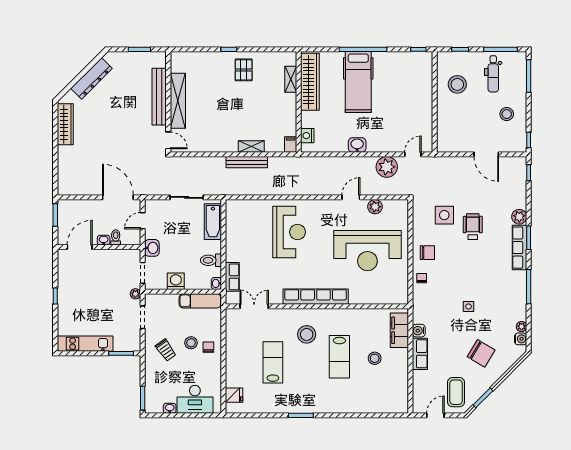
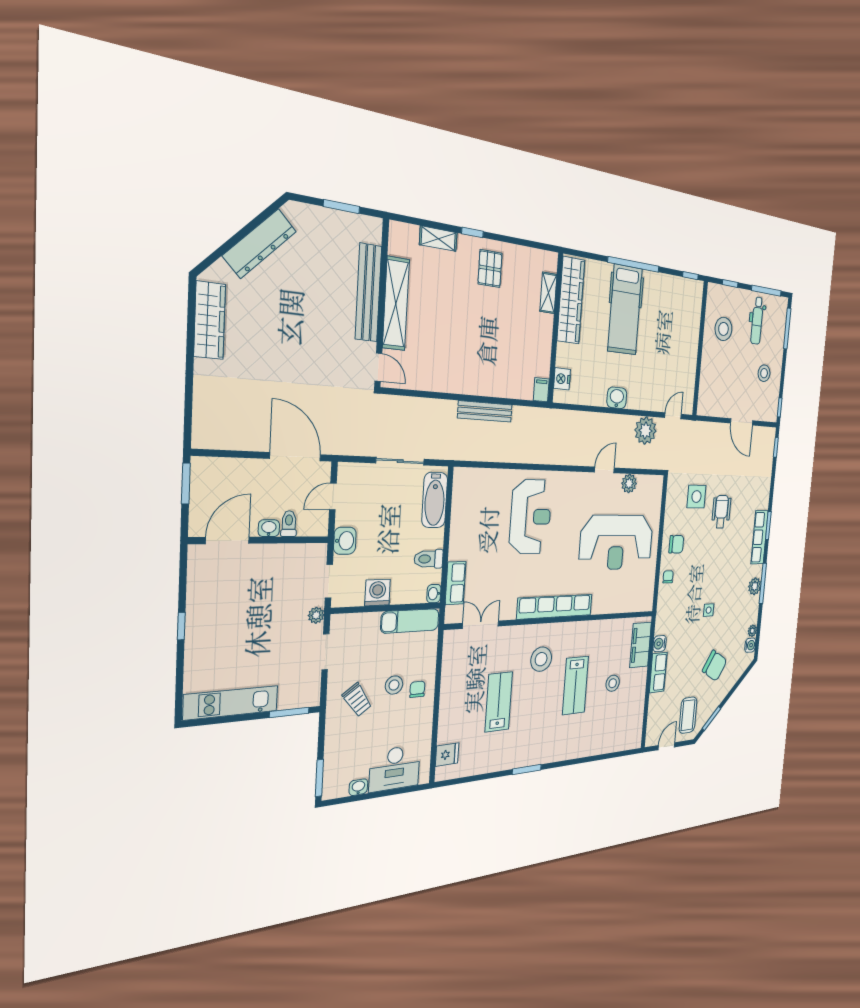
shelving: (251, 147) -> (438, 239), moved
plant: (519, 217) -> (755, 586), moved

